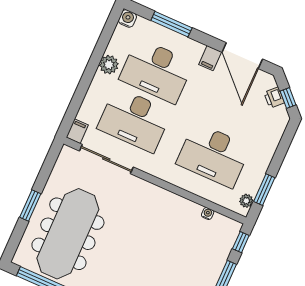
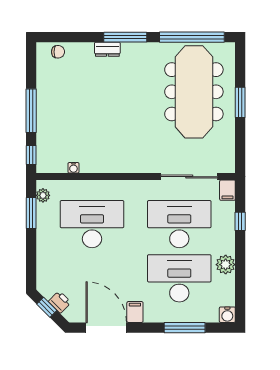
window: (78, 98) -> (240, 221), added

